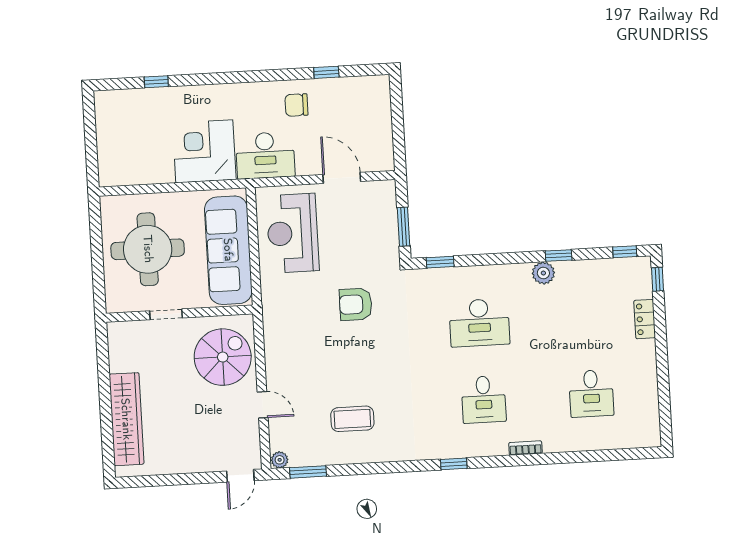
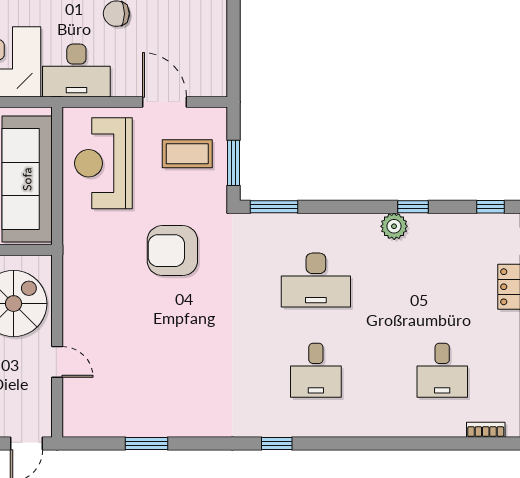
window: (440, 262) -> (274, 207), width x1.50
armchair: (356, 304) -> (172, 251), width x1.36, depth x1.36
coffee table: (352, 419) -> (187, 154), moved
bookcase: (525, 448) -> (486, 430), moved
plant: (280, 460) -> (73, 428), removed
window: (308, 472) -> (146, 444), moved

